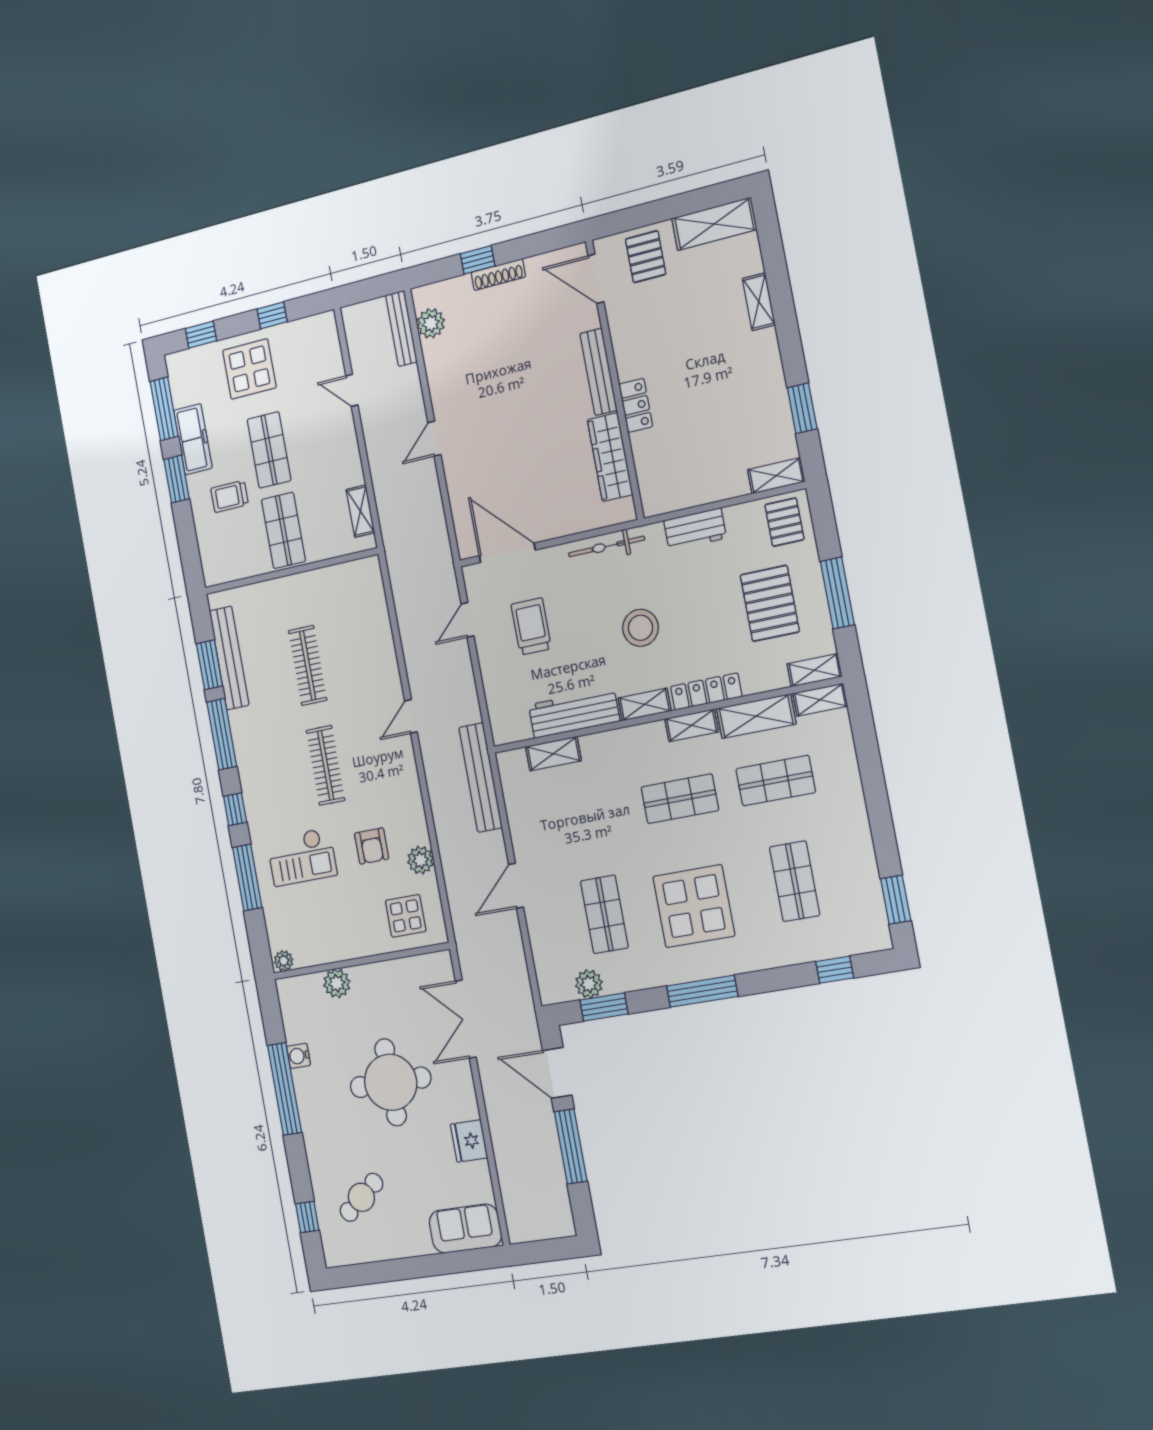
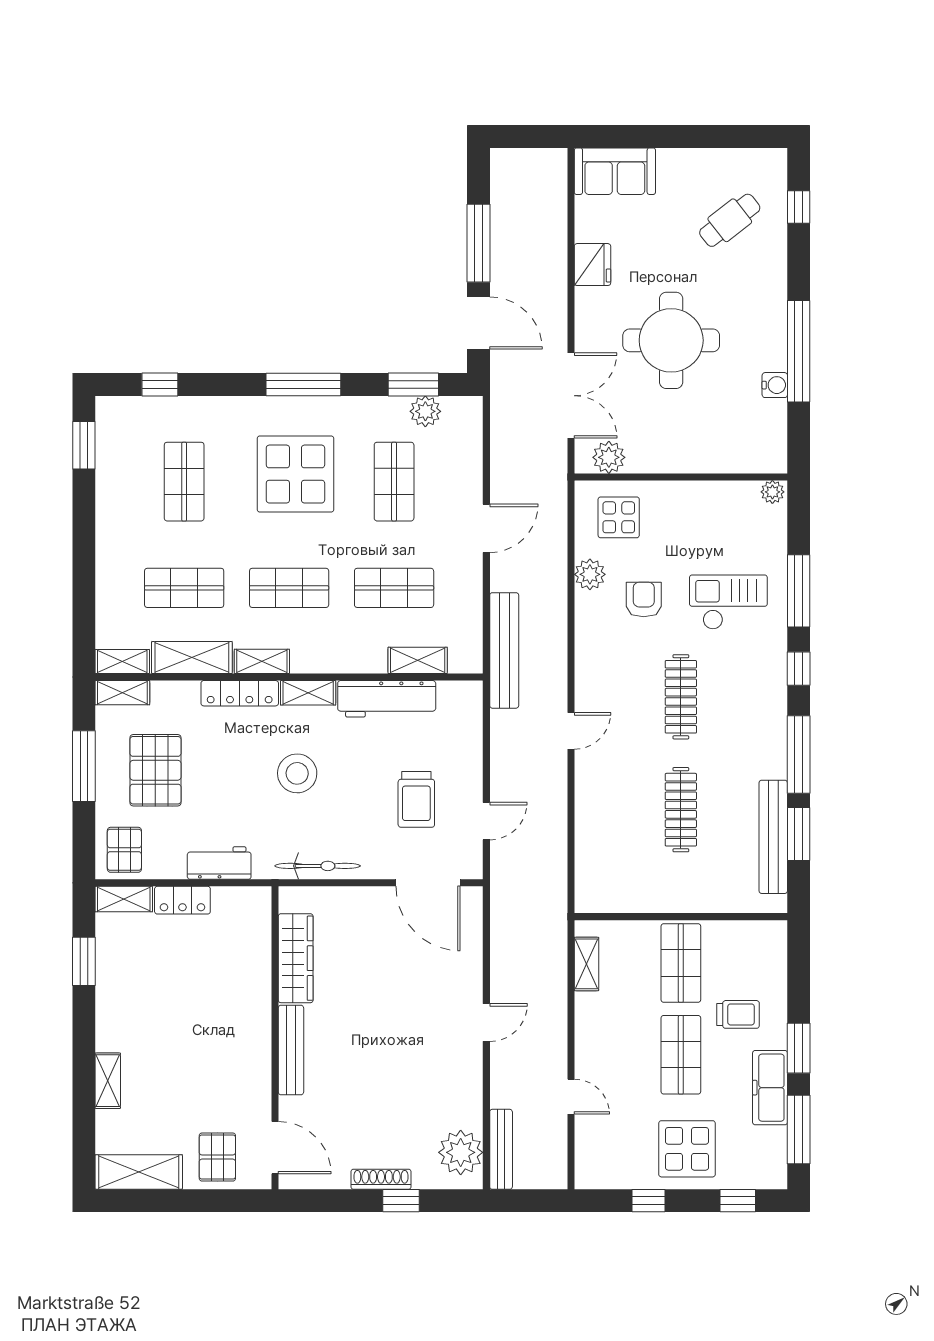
plant: (431, 323) -> (461, 1152), width x1.36, depth x1.36
locker: (636, 405) -> (182, 900), moved, turned -90
shop shelf: (586, 816) -> (394, 588), added
plant: (337, 983) -> (609, 457), moved

